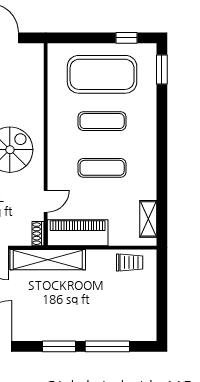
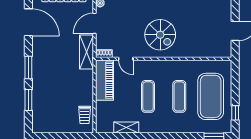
shelving: (148, 219) -> (126, 127), moved
shelving: (48, 260) -> (87, 52), width x0.68
window: (107, 346) -> (28, 100), width x0.69

